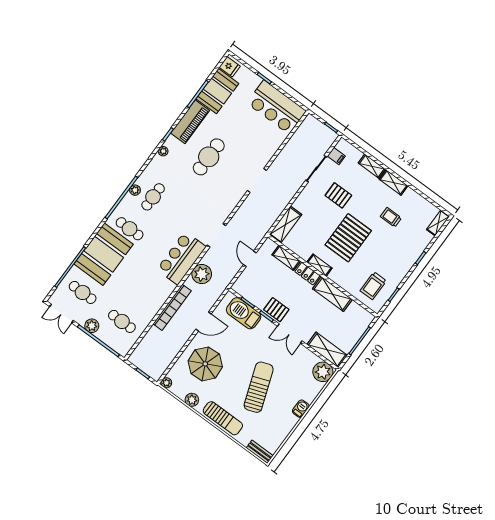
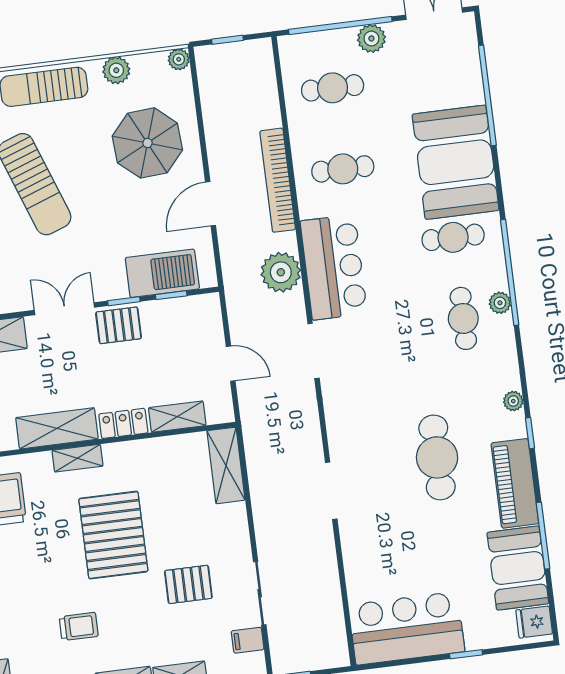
shelving: (319, 265) -> (77, 458), moved
cafe table: (83, 292) -> (343, 169), moved

